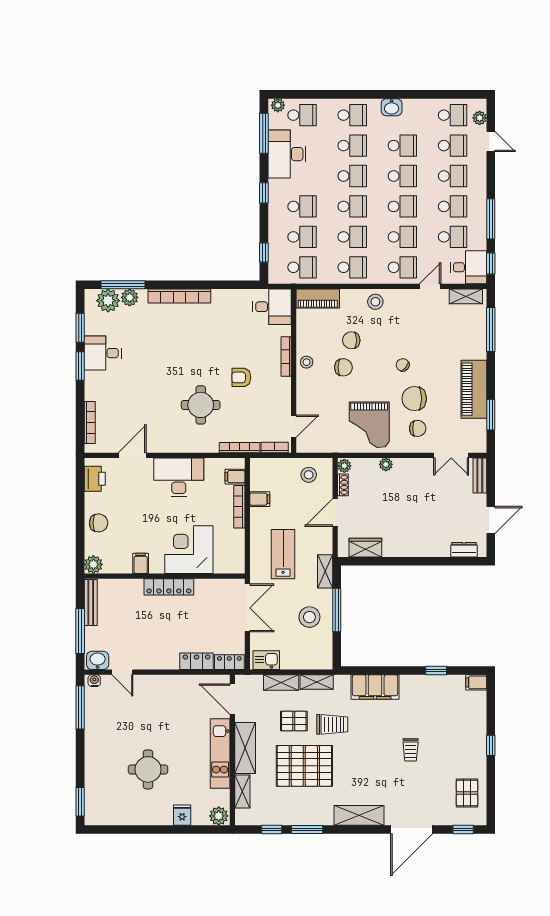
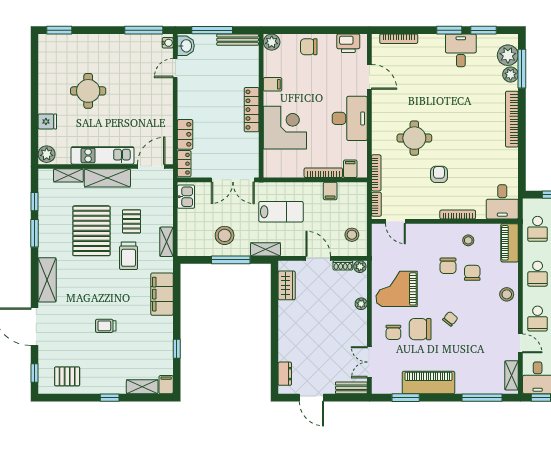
stool: (307, 362) -> (468, 240), moved
chair: (414, 399) -> (420, 329), turned -90
chair: (99, 523) -> (309, 47), turned 90
shelving: (281, 683) -> (142, 387), moved, turned 90

